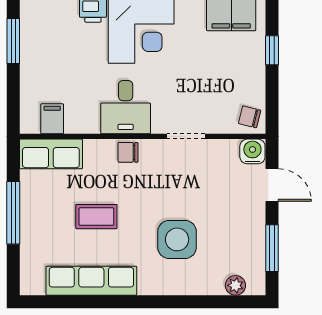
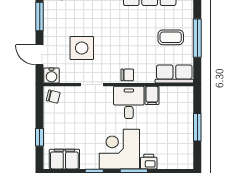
window: (13, 41) -> (197, 127), moved
filing cabinet: (52, 119) -> (152, 95), moved
coffee table: (96, 217) -> (171, 37), moved
side table: (177, 239) -> (82, 48), moved

